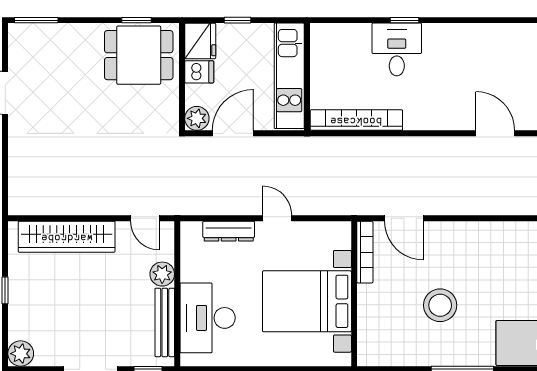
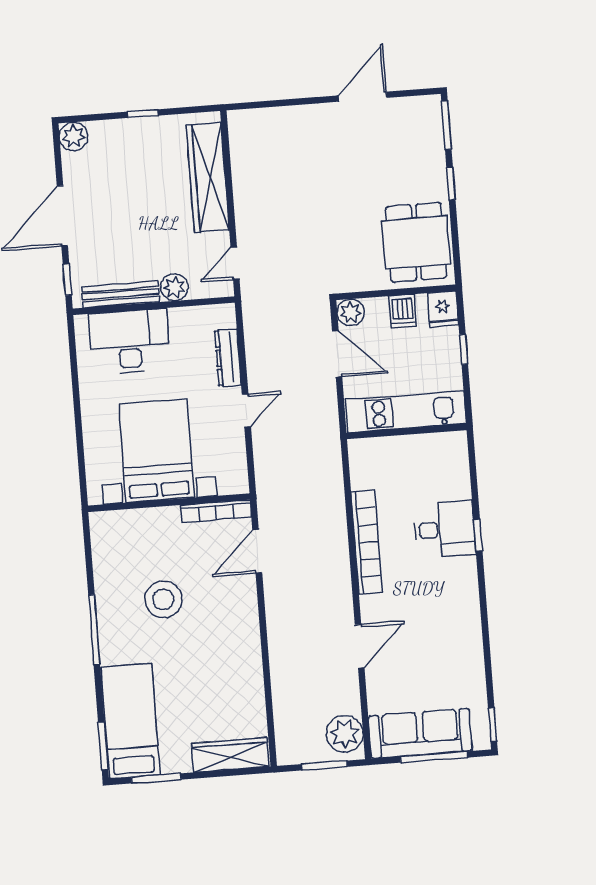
window: (136, 20) -> (451, 184), moved
fridge: (200, 41) -> (443, 309), width x0.72
bookcase: (356, 120) -> (367, 542), moved

